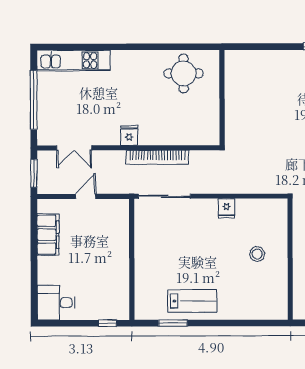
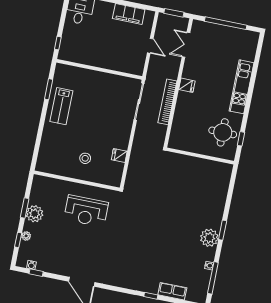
window: (187, 47) -> (241, 139), added
kitchen unit: (73, 60) -> (242, 87), moved
fridge: (226, 208) -> (119, 156), moved

